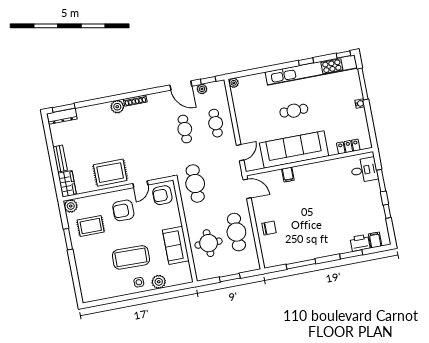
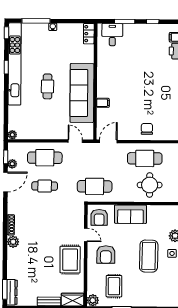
cafe table: (216, 123) -> (45, 158), width x1.37, depth x1.35
locker: (348, 147) -> (89, 34), moved
sofa: (176, 245) -> (130, 214), moved

